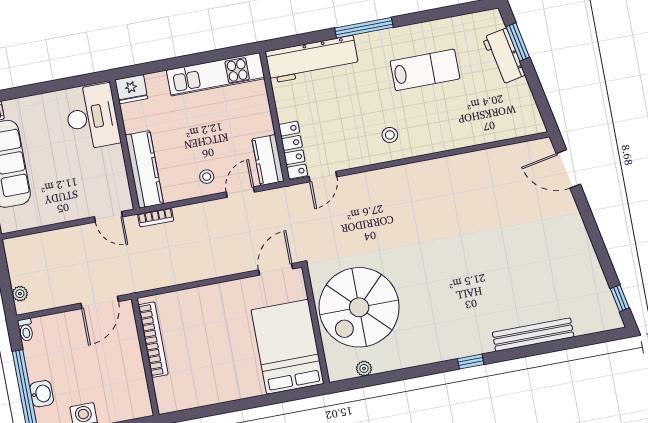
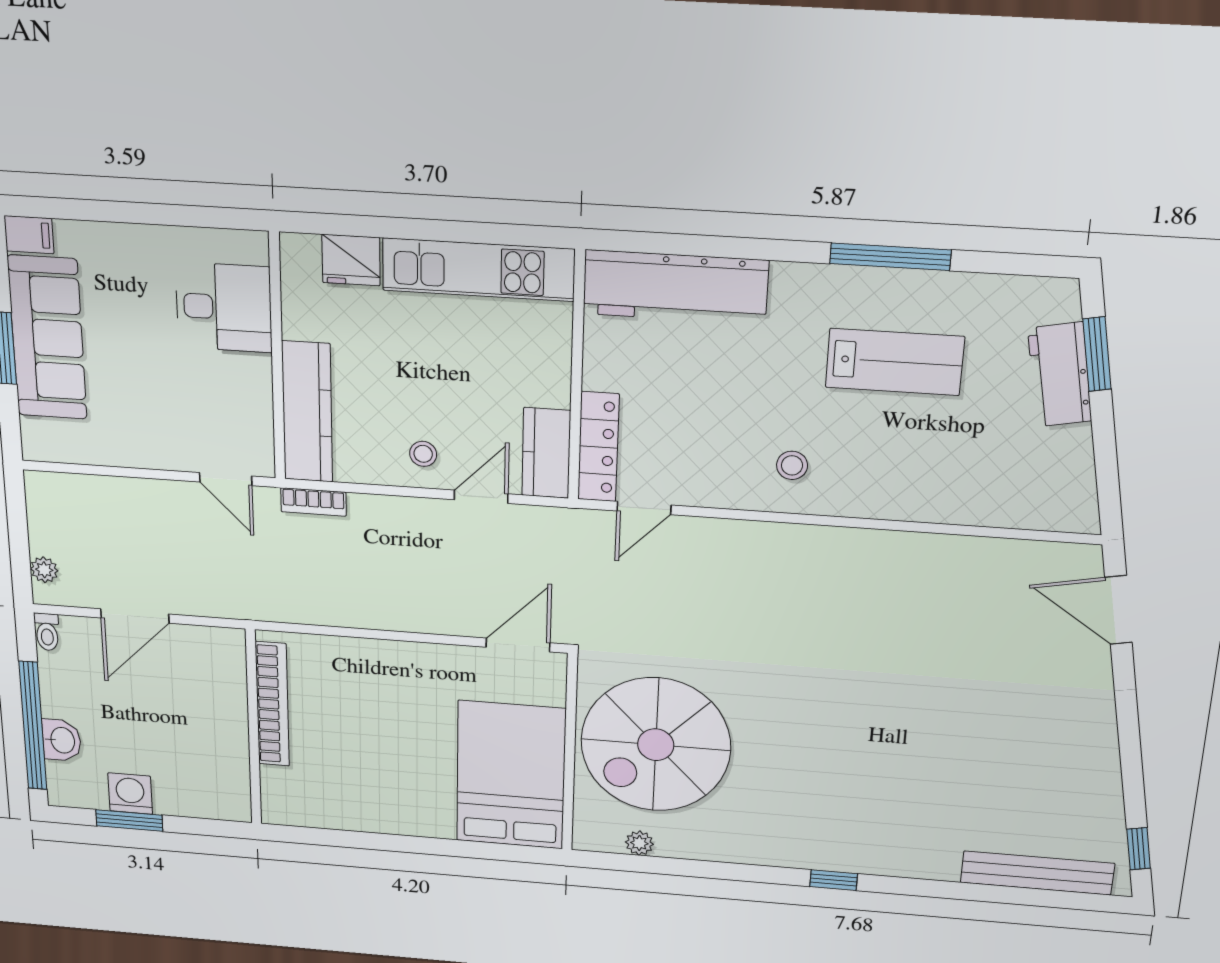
window: (364, 28) -> (890, 257), moved
fridge: (131, 89) -> (351, 260), moved
desk: (92, 117) -> (224, 307), width x0.73
door: (100, 302) -> (135, 616), moved
bench: (533, 335) -> (1037, 873), moved

